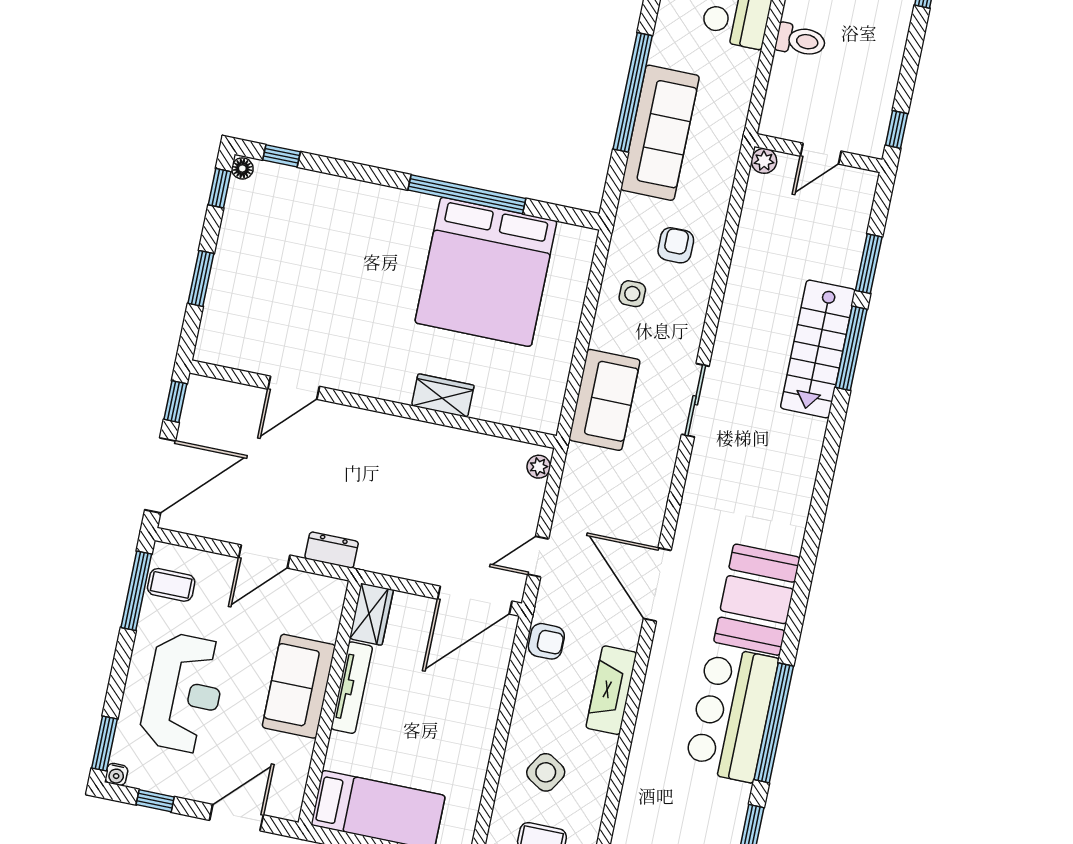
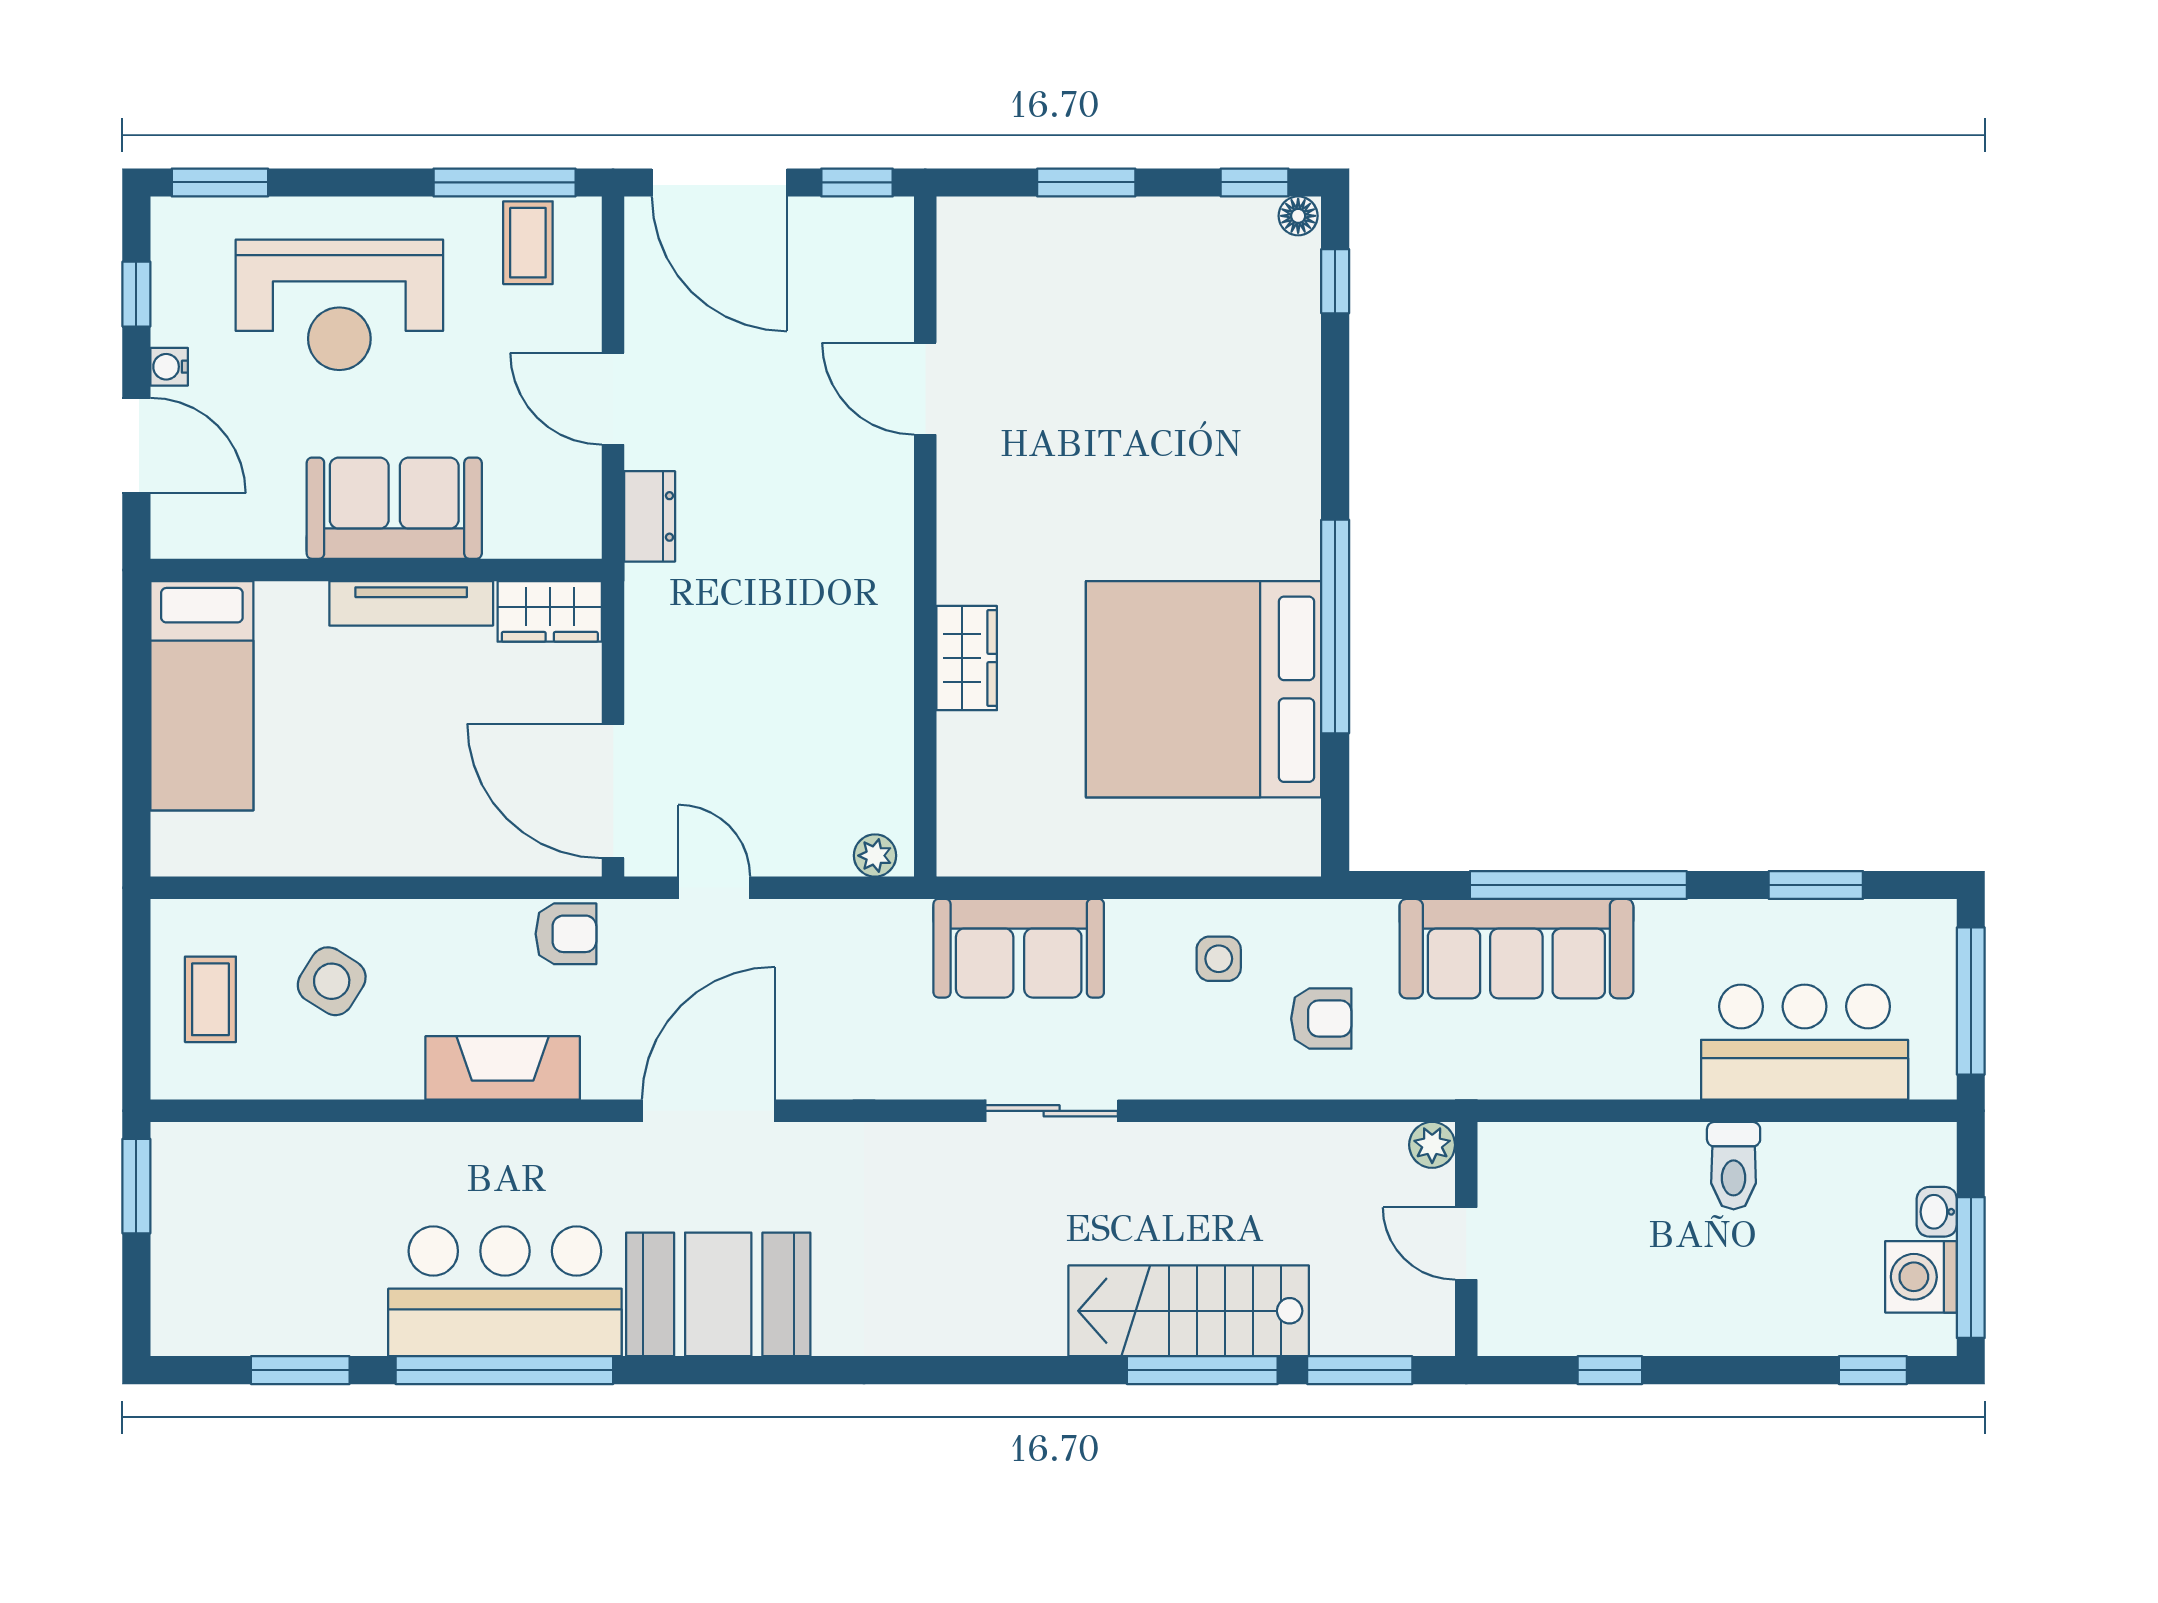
wall: (818, 153) -> (1466, 1239), moved
door: (821, 154) -> (1466, 1244), moved
plant: (764, 161) -> (1432, 1145), moved
armchair: (546, 641) -> (566, 934), turned -90
water cooler: (116, 774) -> (169, 367), moved

